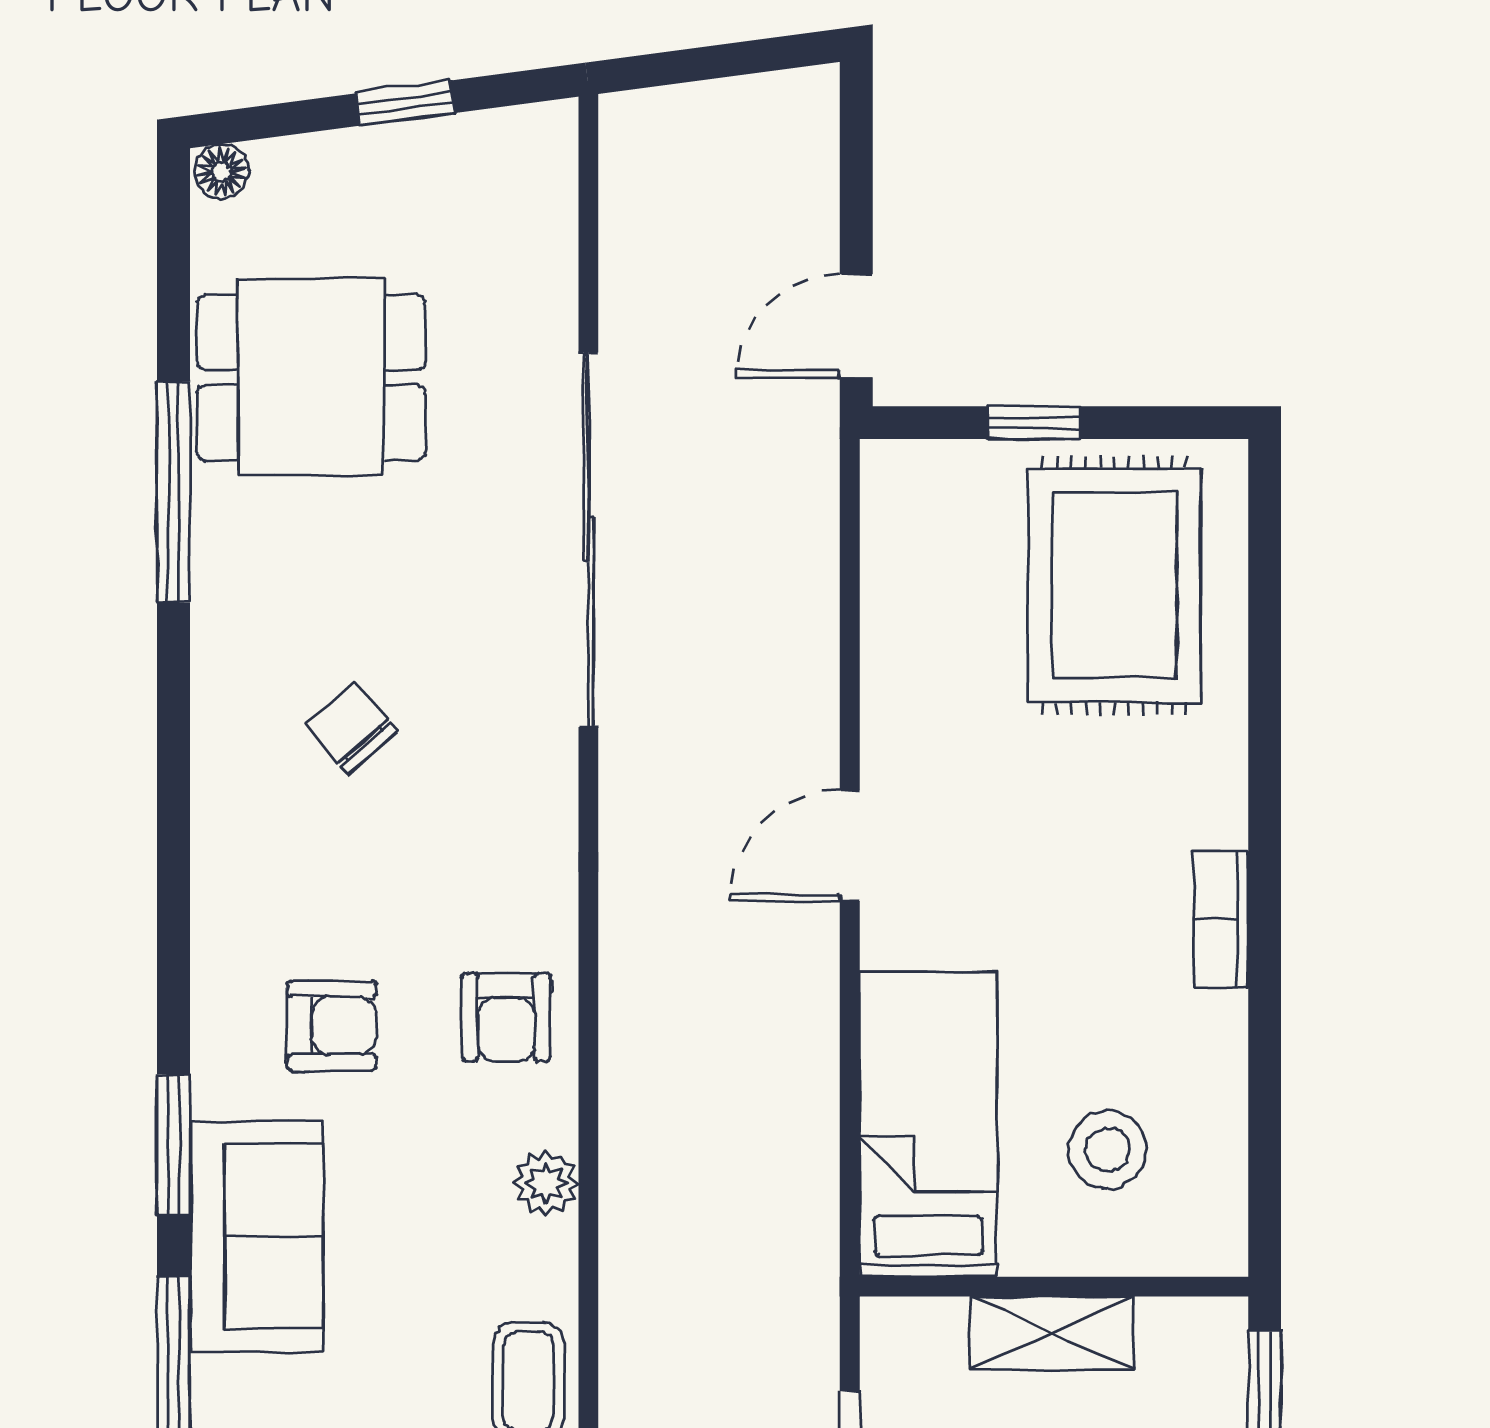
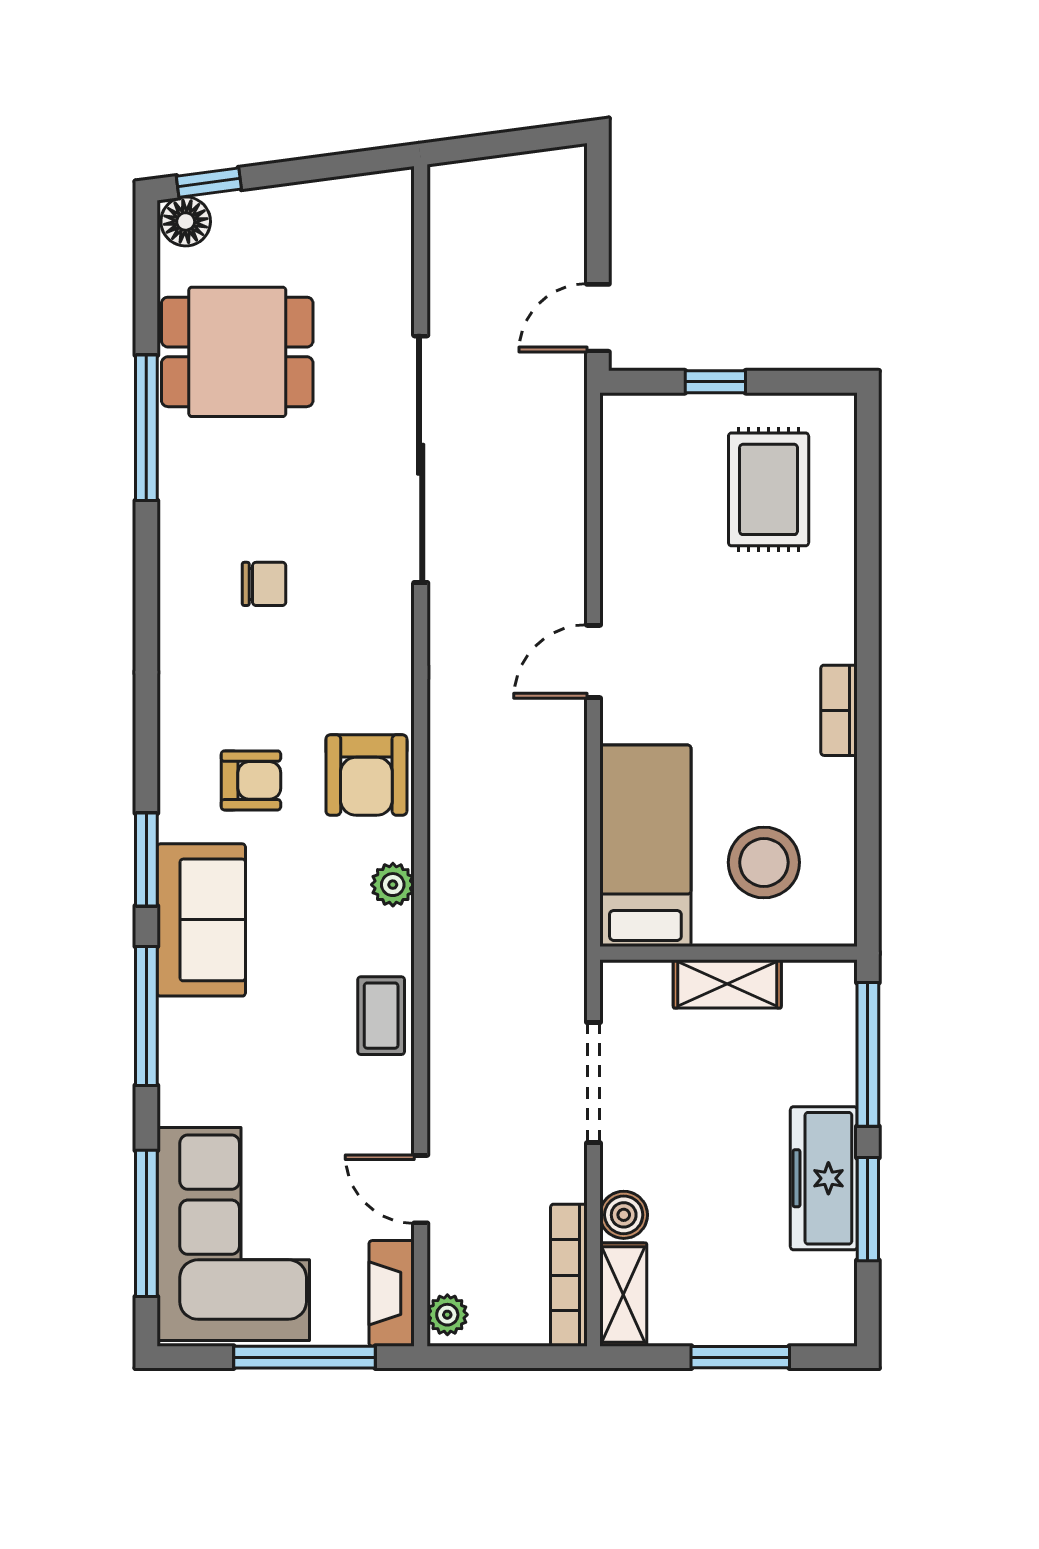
window: (405, 103) -> (209, 183), moved
floor lamp: (222, 171) -> (186, 221), width x1.37, depth x1.37
rug: (1114, 585) -> (769, 489), width x0.73, depth x0.70
chair: (351, 728) -> (264, 584), turned 131
armchair: (506, 1017) -> (366, 775), width x1.38, depth x1.38
stool: (1107, 1150) -> (764, 862), width x1.38, depth x1.38

